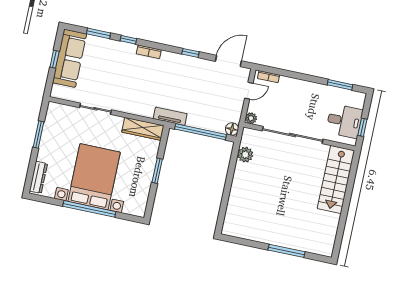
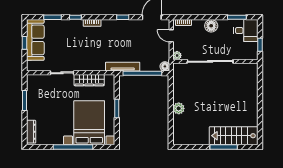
floor lamp: (304, 89) -> (211, 26), added
door: (249, 91) -> (171, 36), swing flipped
tv unit: (170, 116) -> (123, 67), width x1.41
desk: (344, 121) -> (246, 31), moved
wardrobe: (143, 129) -> (89, 80), moved
plant: (245, 155) -> (179, 108), moved
bed with nightstands: (94, 177) -> (89, 123), moved
stairs: (336, 179) -> (234, 136), moved, turned 90

